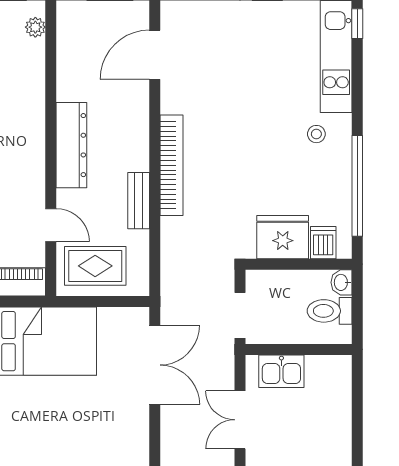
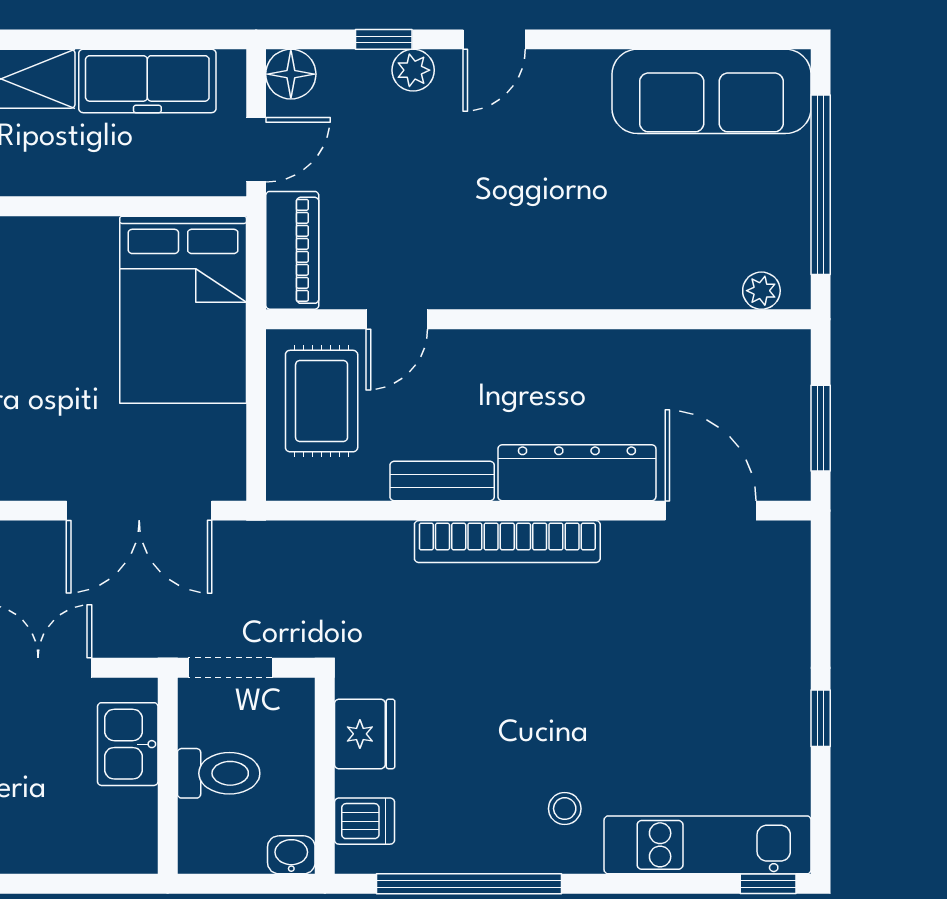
dresser: (71, 145) -> (577, 473), moved, turned 180
fridge: (283, 237) -> (365, 734), width x0.73, depth x0.75
toilet: (330, 311) -> (219, 773), moved, turned 90

